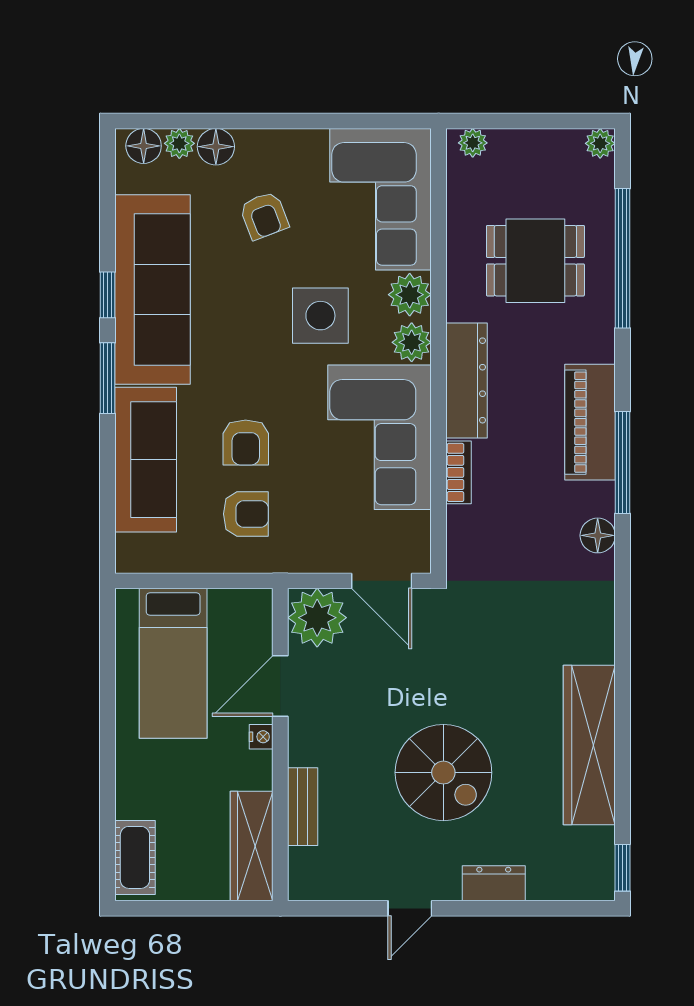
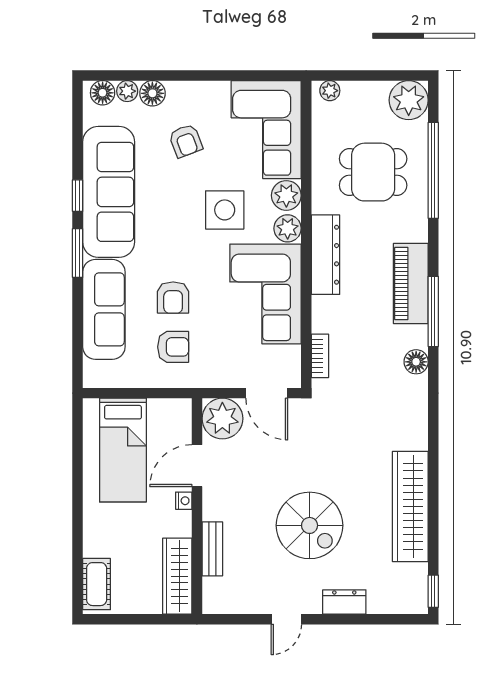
plant: (600, 143) -> (409, 100), width x1.87, depth x1.87
bookcase: (458, 472) -> (320, 356), moved

